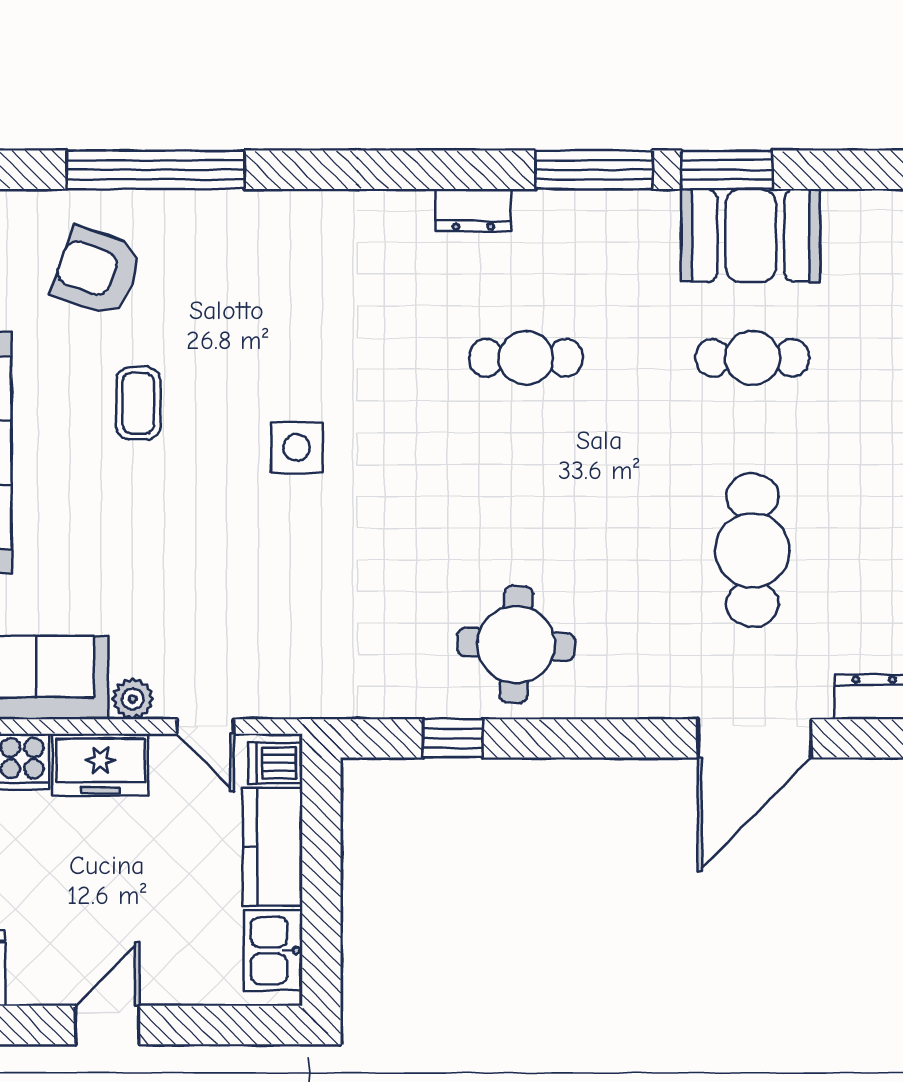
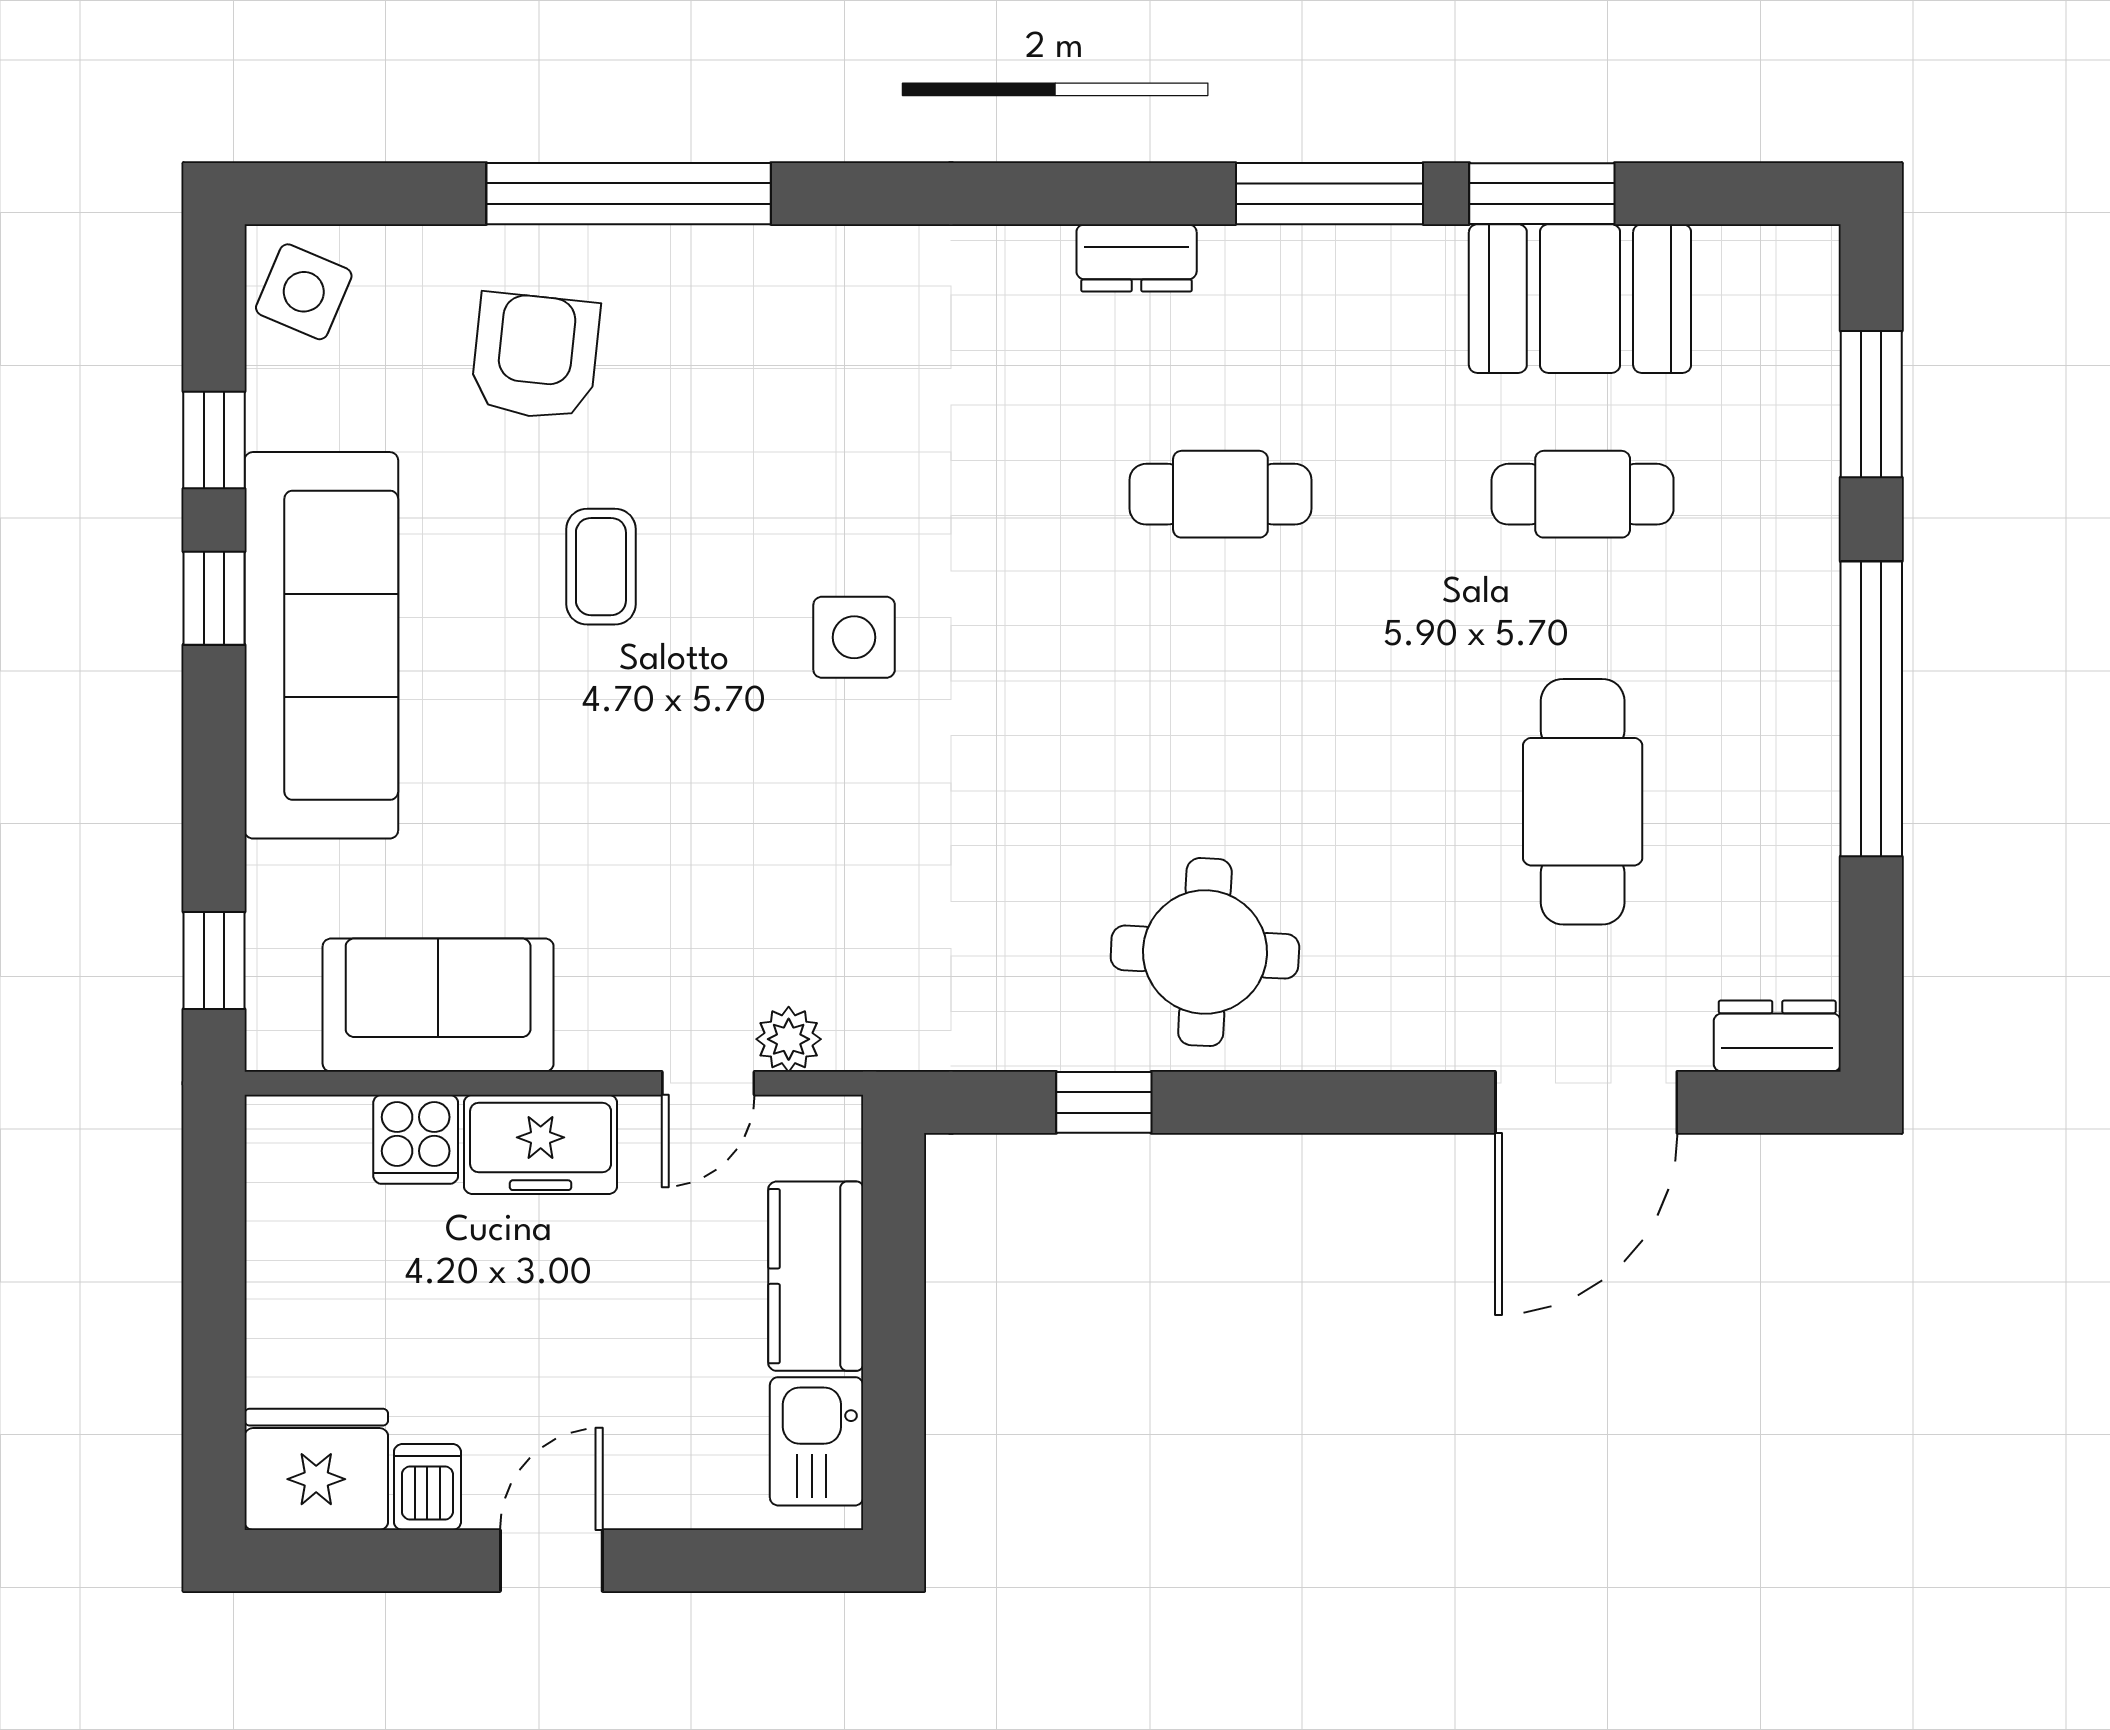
armchair: (97, 272) -> (535, 357), turned 76
plant: (133, 699) -> (789, 1039), moved
door: (205, 726) -> (708, 1083), hinge flipped
dishwasher: (275, 763) -> (427, 1487), moved, turned 90

